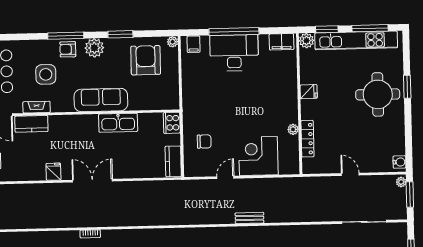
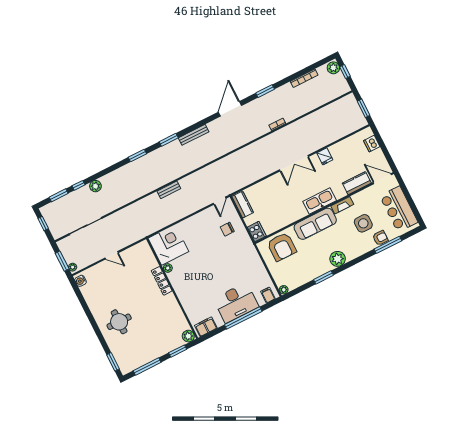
window: (66, 36) -> (388, 245), moved
kitchen unit: (356, 40) -> (153, 353), removed
armchair: (68, 49) -> (380, 238), moved
armchair: (146, 60) -> (282, 247), moved
window: (407, 87) -> (113, 362), moved
fridge: (309, 92) -> (169, 300), removed
round table: (378, 94) -> (119, 322), width x0.73, depth x0.73
fireplace: (37, 107) -> (342, 205), moved
kitchen sink: (118, 123) -> (320, 201), moved
locker: (307, 139) -> (162, 281), moved
corner desk: (258, 156) -> (168, 245), moved, turned -90
door: (225, 177) -> (220, 201), moved

